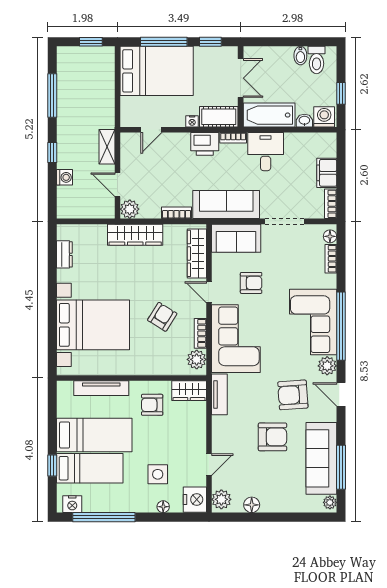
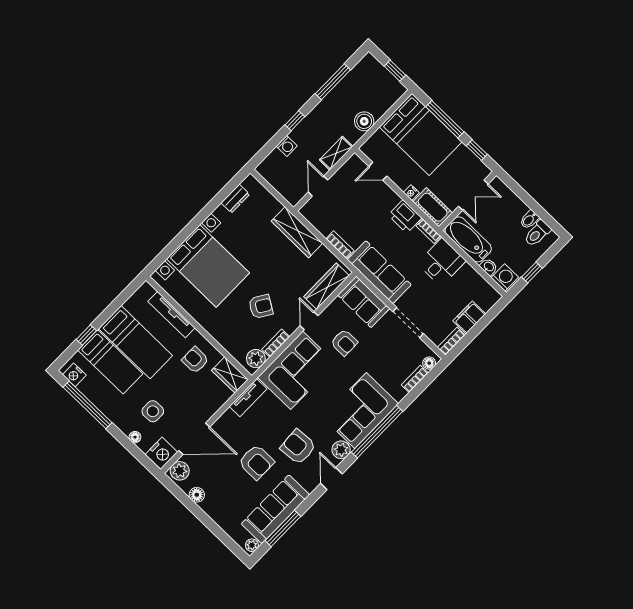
boiler: (105, 102) -> (364, 121), added
plant: (130, 209) -> (310, 211), removed
door: (209, 465) -> (194, 439), width x1.87

